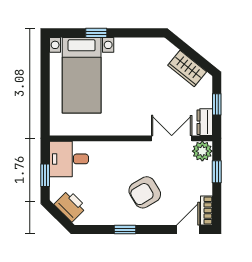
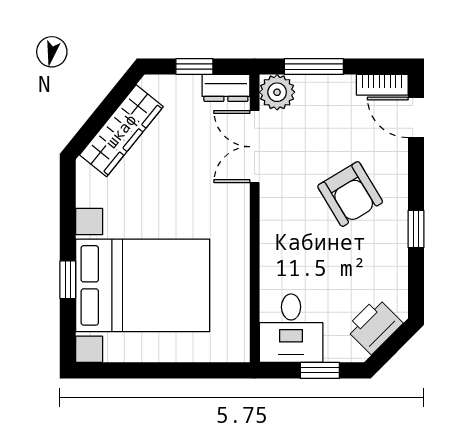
wardrobe: (187, 68) -> (121, 131), width x1.50
bed with nightstands: (82, 75) -> (143, 285), width x1.36
window: (217, 172) -> (314, 67), width x1.50

